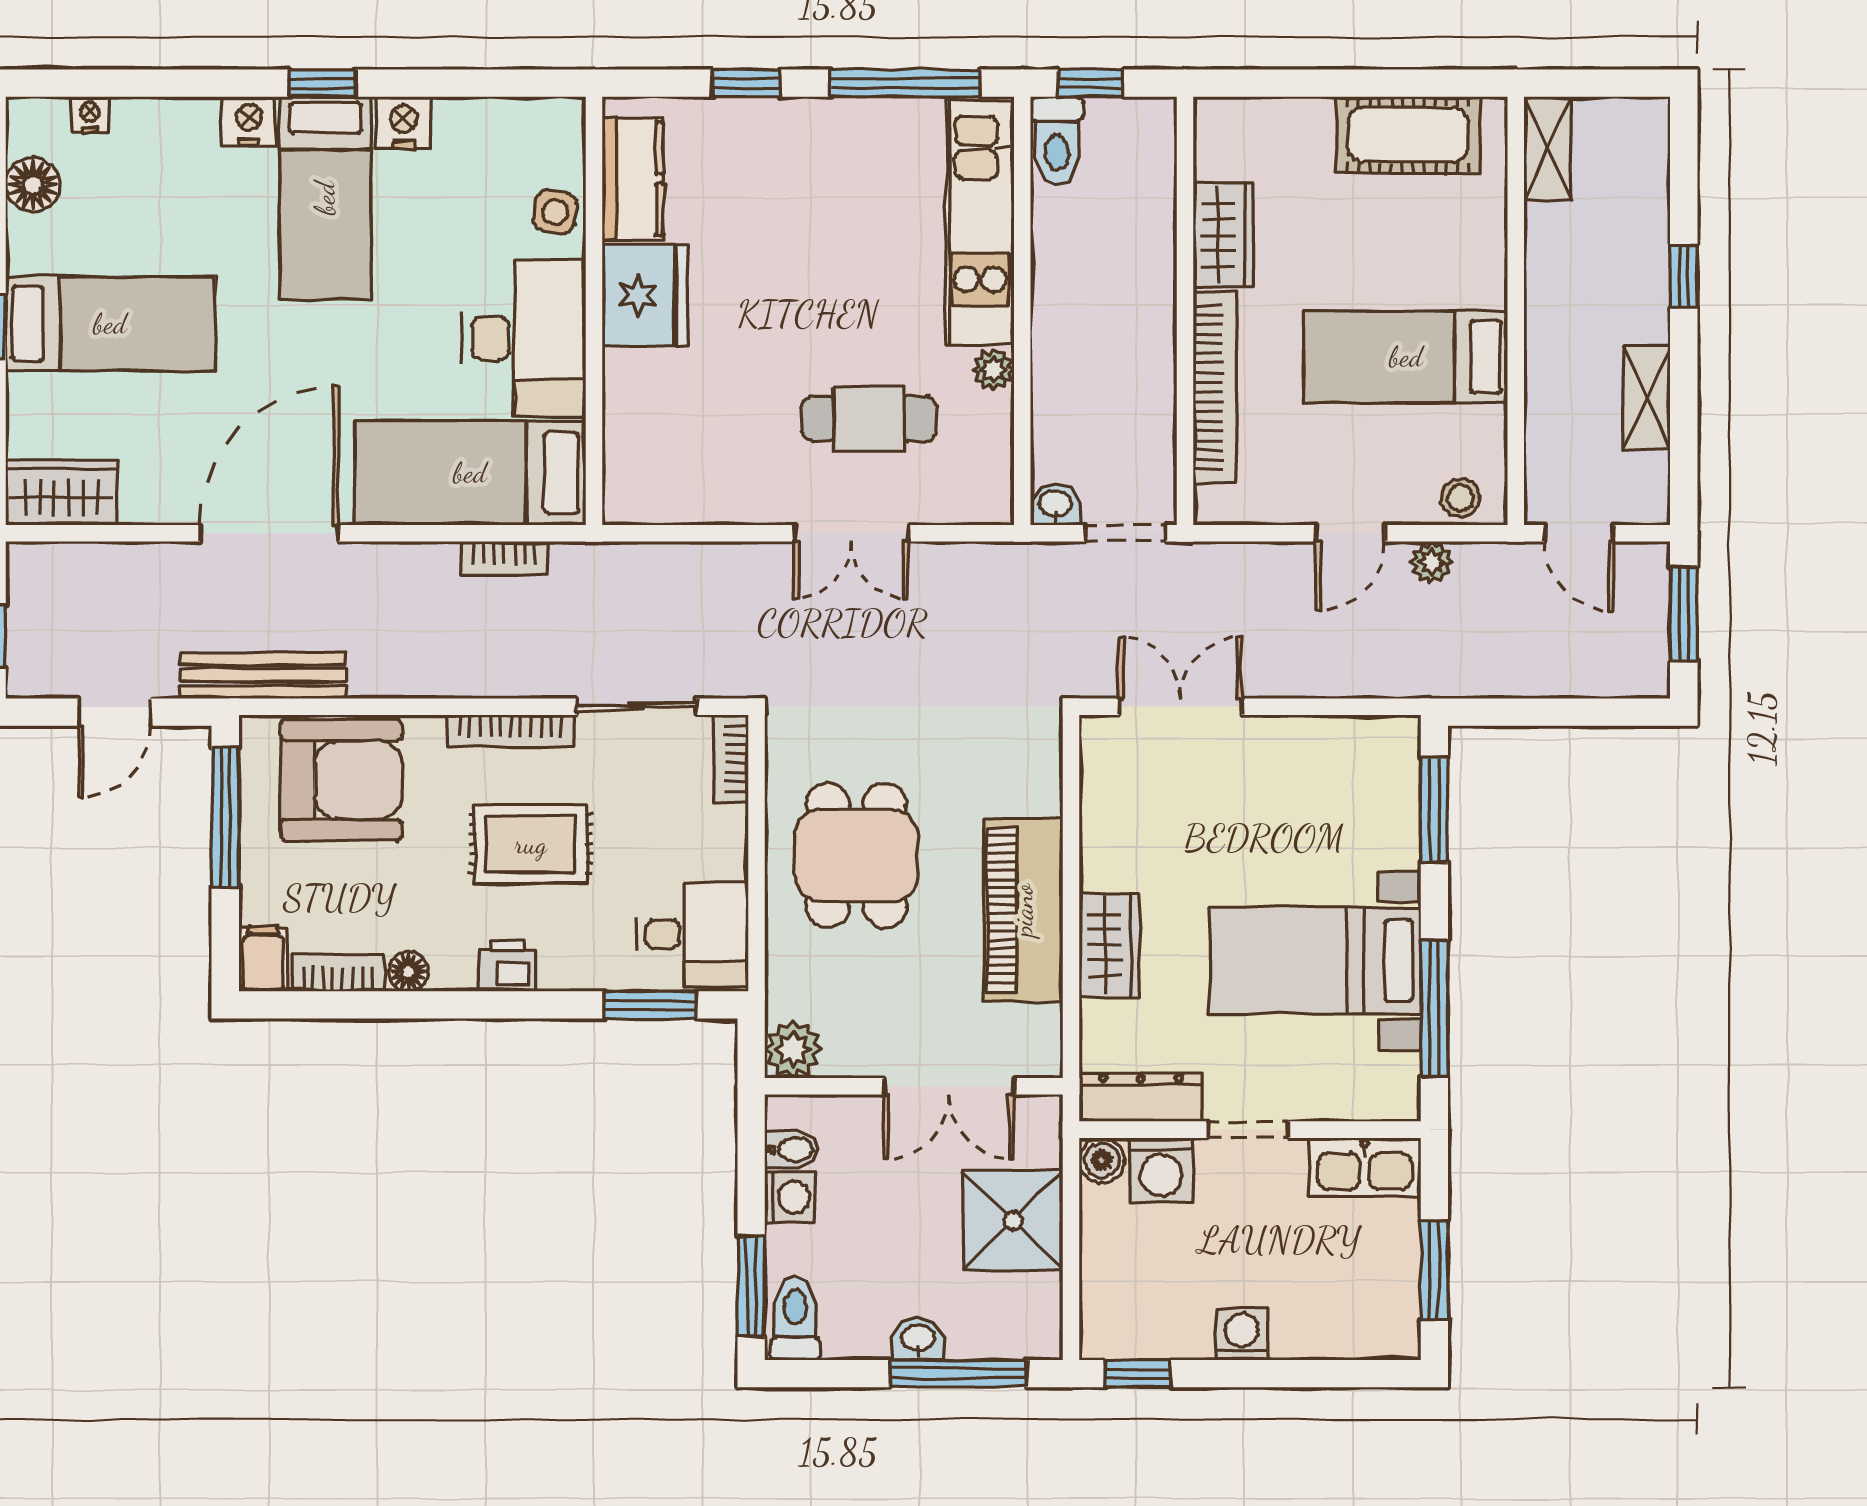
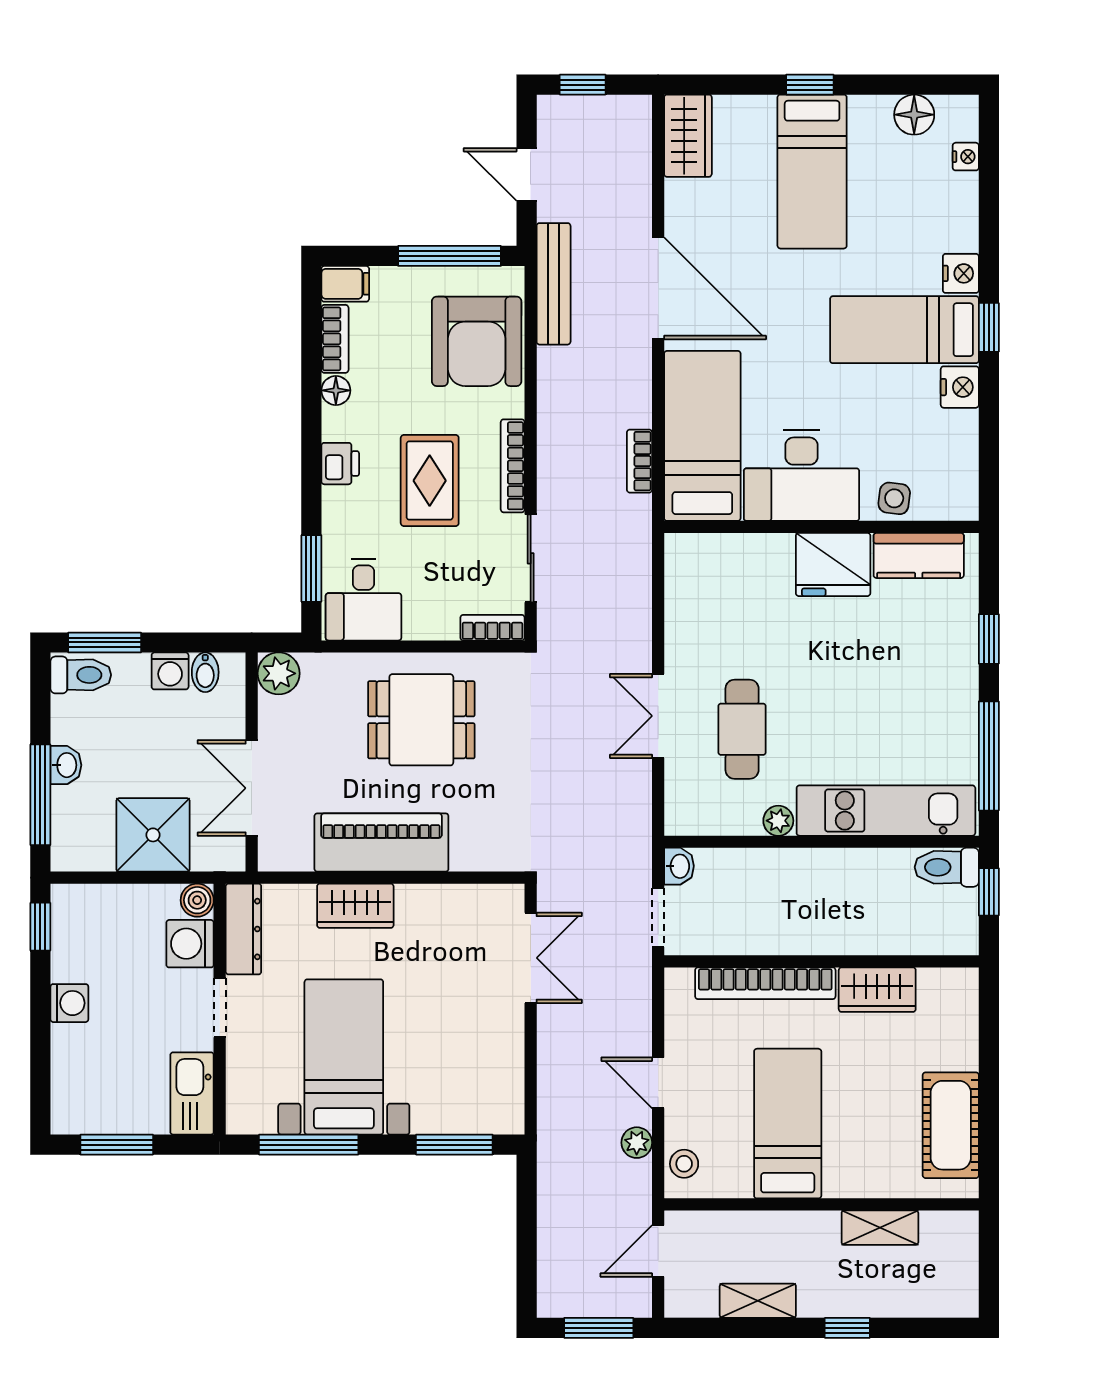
shelving: (1547, 149) -> (880, 1228), moved

